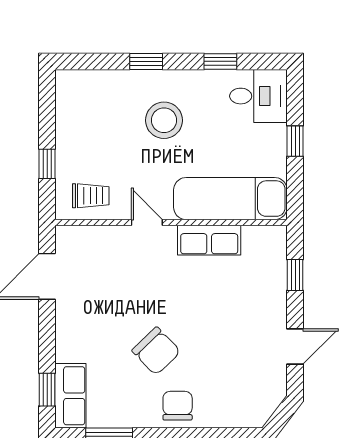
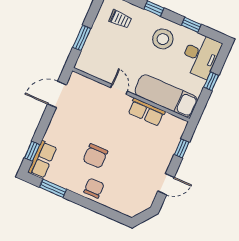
desk: (258, 96) -> (201, 55), width x1.37
stool: (164, 120) -> (163, 39), moved
window: (47, 164) -> (82, 38), width x1.50
trolley: (91, 196) -> (120, 19), moved
chair: (156, 351) -> (95, 156), turned 44

